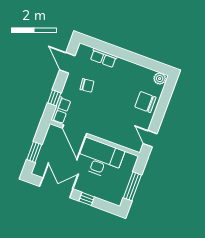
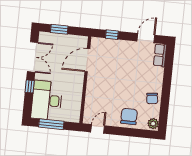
row of seats: (103, 58) -> (160, 55), moved
chair: (87, 85) -> (152, 98), moved
row of seats: (61, 110) -> (102, 43), removed
desk: (100, 159) -> (47, 100), moved, turned 180

